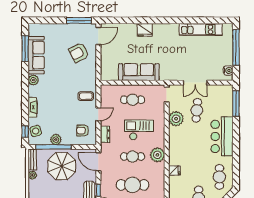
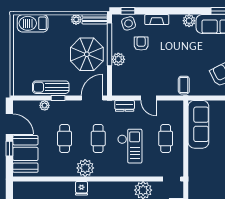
sofa: (139, 72) -> (198, 124), moved
coffee table: (86, 96) -> (184, 85), moved
armchair: (83, 131) -> (141, 43), moved
plant: (56, 140) -> (118, 59), moved
plant: (157, 155) -> (85, 168), moved
cafe table: (133, 185) -> (65, 138), width x0.73, depth x0.74

